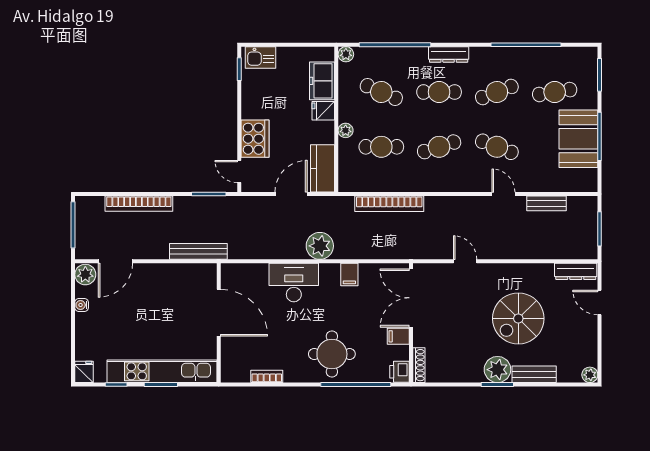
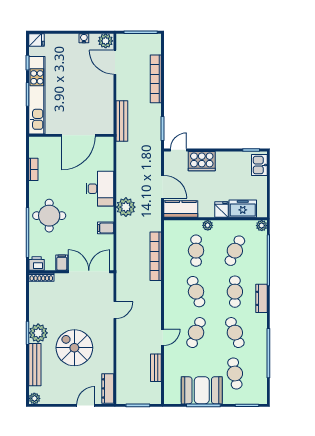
bench: (534, 374) -> (35, 365), width x1.36

